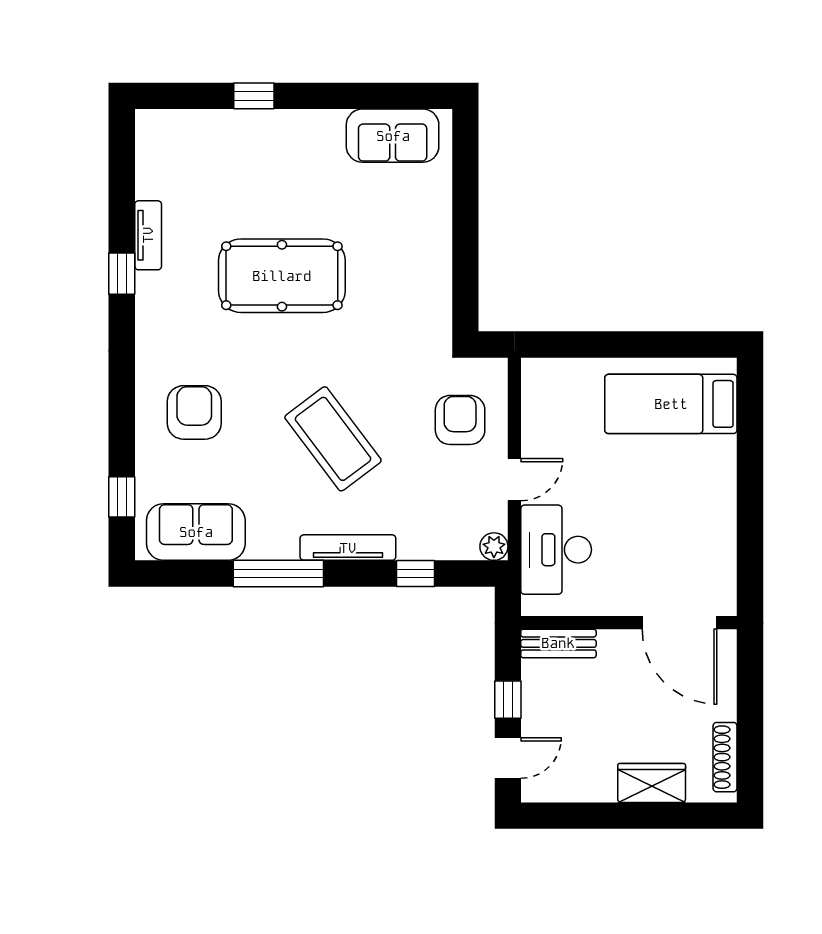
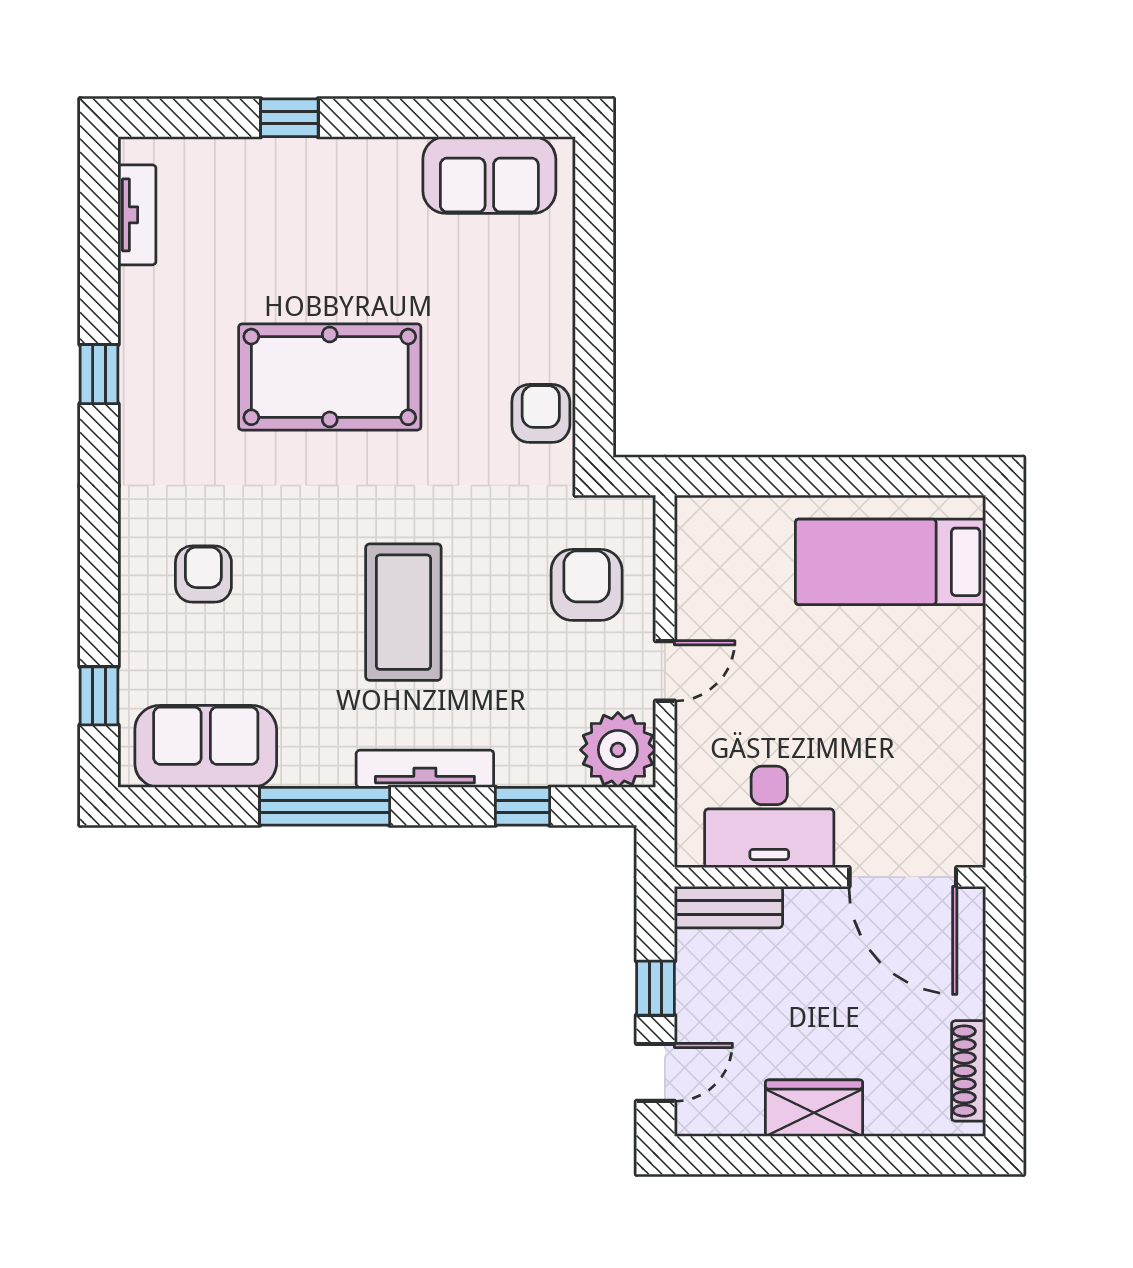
tv unit: (148, 235) -> (137, 215), moved
armchair: (428, 301) -> (541, 413), added
armchair: (194, 412) -> (203, 574), width x0.72, depth x0.72
coffee table: (333, 439) -> (403, 612), turned 37
plant: (494, 547) -> (618, 750), width x1.88, depth x1.88
desk: (556, 550) -> (769, 817), moved, turned -90
wardrobe: (652, 783) -> (814, 1108), moved

